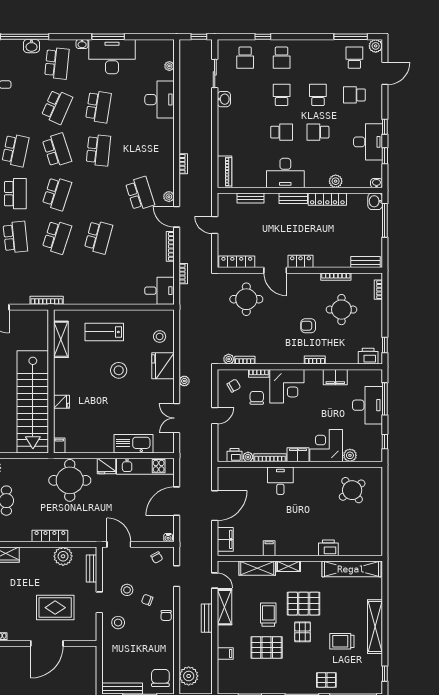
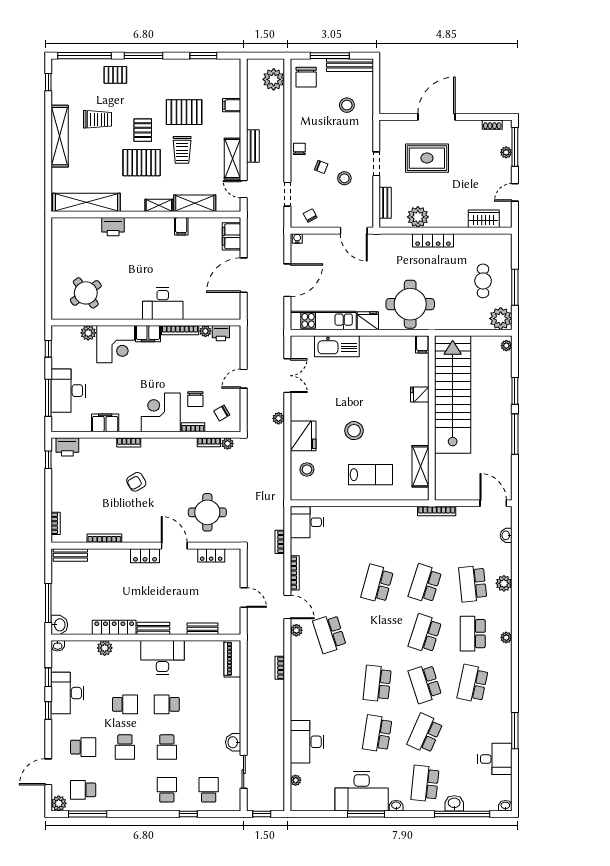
school desk: (354, 58) -> (83, 790), turned 90
locker: (237, 262) -> (211, 555), width x0.66
round table: (341, 310) -> (98, 500), removed
armchair: (308, 326) -> (136, 482), turned 150
desk: (280, 481) -> (163, 304), width x1.37
stool: (118, 623) -> (347, 105), moved

